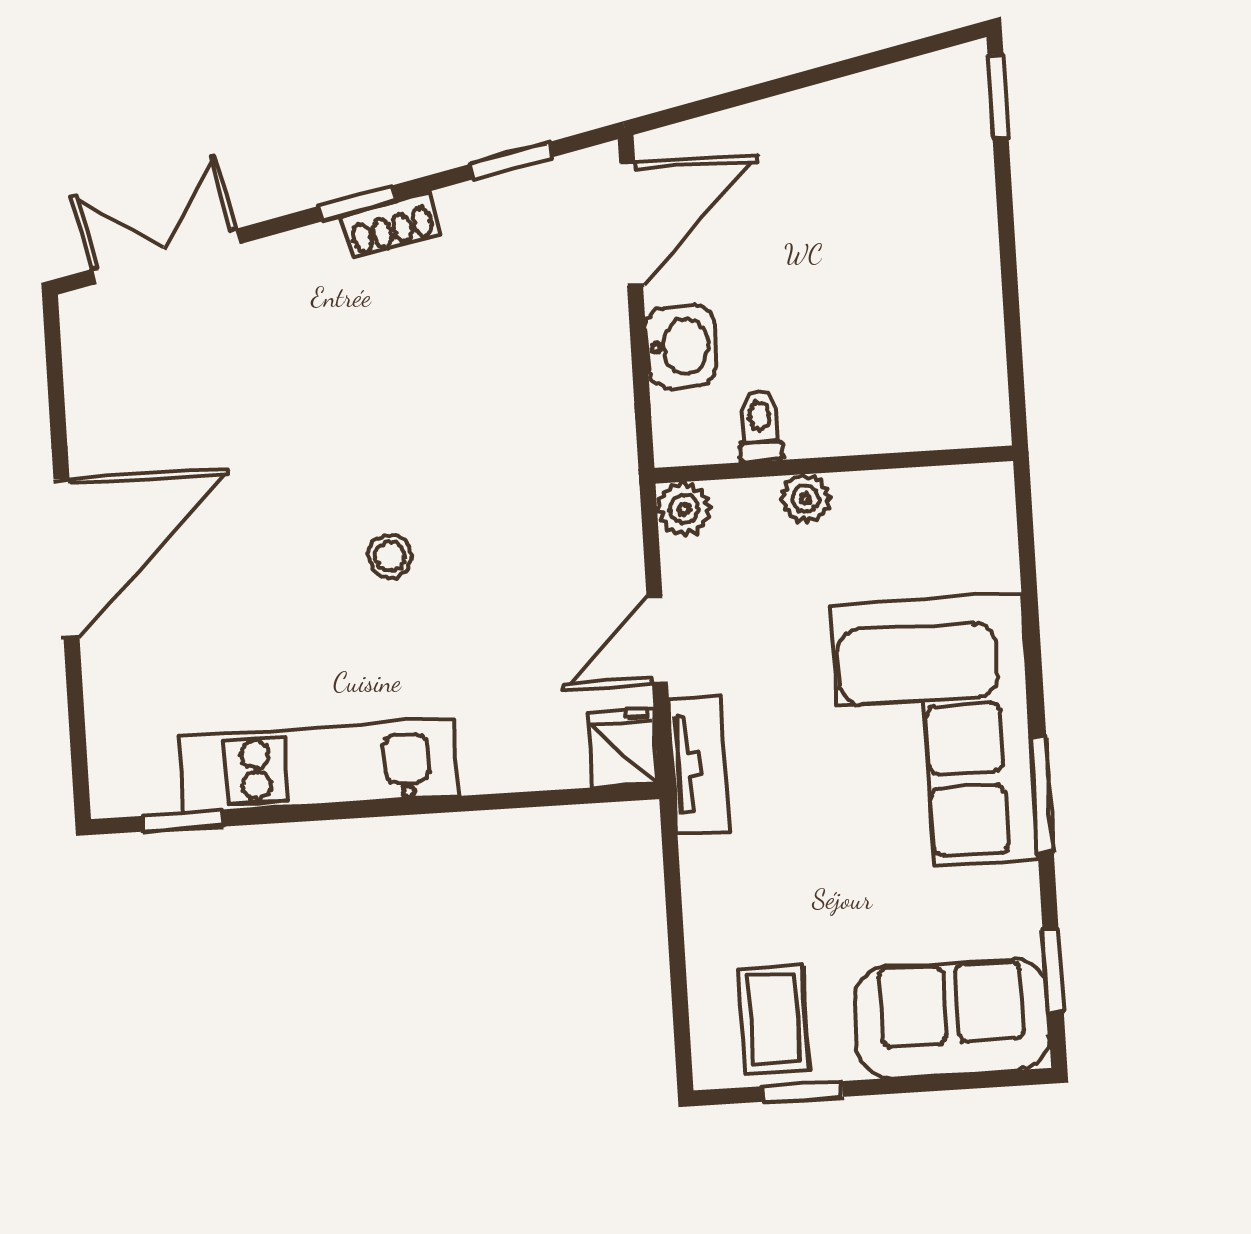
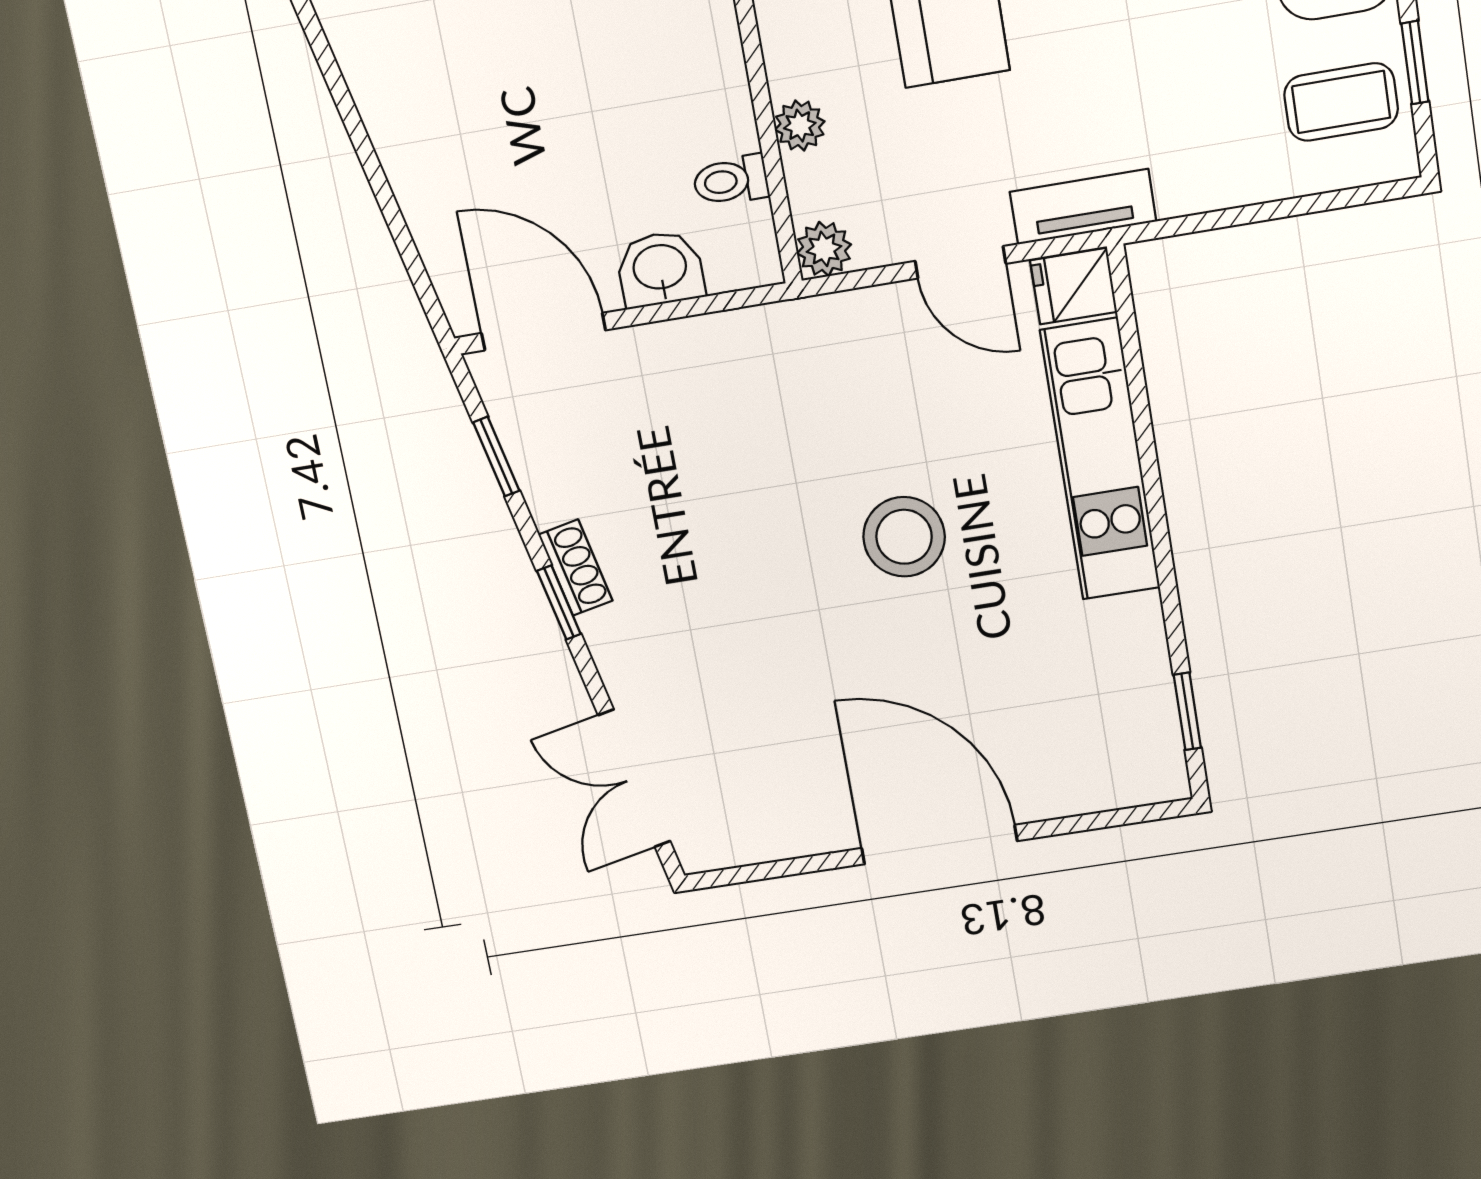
stool: (390, 557) -> (904, 537), width x1.89, depth x1.89
kitchen unit: (319, 766) -> (1100, 460), moved

